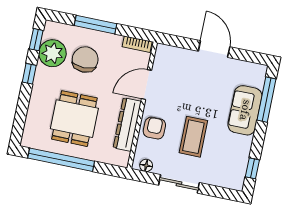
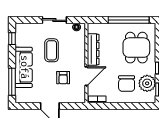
window: (95, 25) -> (125, 106), removed
sofa: (245, 110) -> (24, 67), width x1.36
dining table: (74, 119) -> (136, 48), moved
armchair: (154, 128) -> (63, 78), moved

